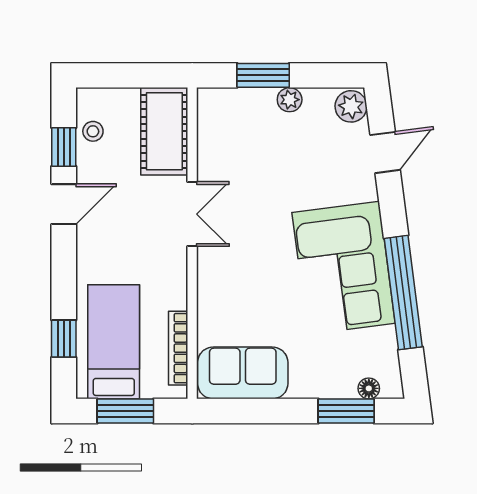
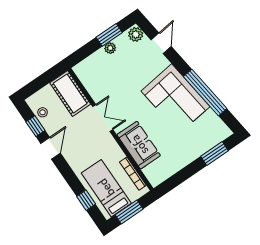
window: (263, 75) -> (109, 35), moved
sofa: (243, 373) -> (139, 145), moved, turned 90
floor lamp: (369, 388) -> (217, 139), removed

